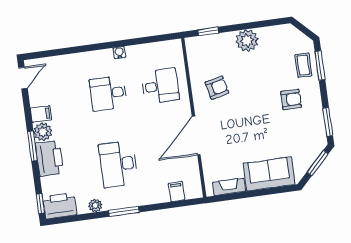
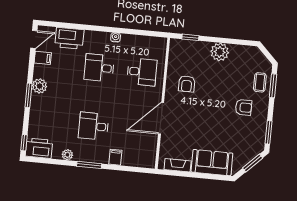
armchair: (217, 88) -> (187, 84), turned 103
filing cabinet: (41, 114) -> (43, 58), moved
printer: (49, 158) -> (69, 38), moved, turned 90
desk: (118, 164) -> (94, 126), width x0.73
filing cabinet: (177, 192) -> (115, 157), moved

